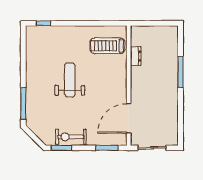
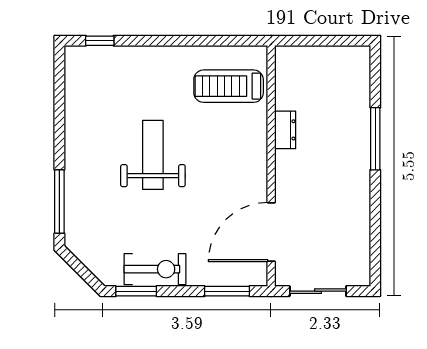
dresser: (136, 56) -> (285, 130), moved
exercise bike: (71, 137) -> (155, 269), turned 180

